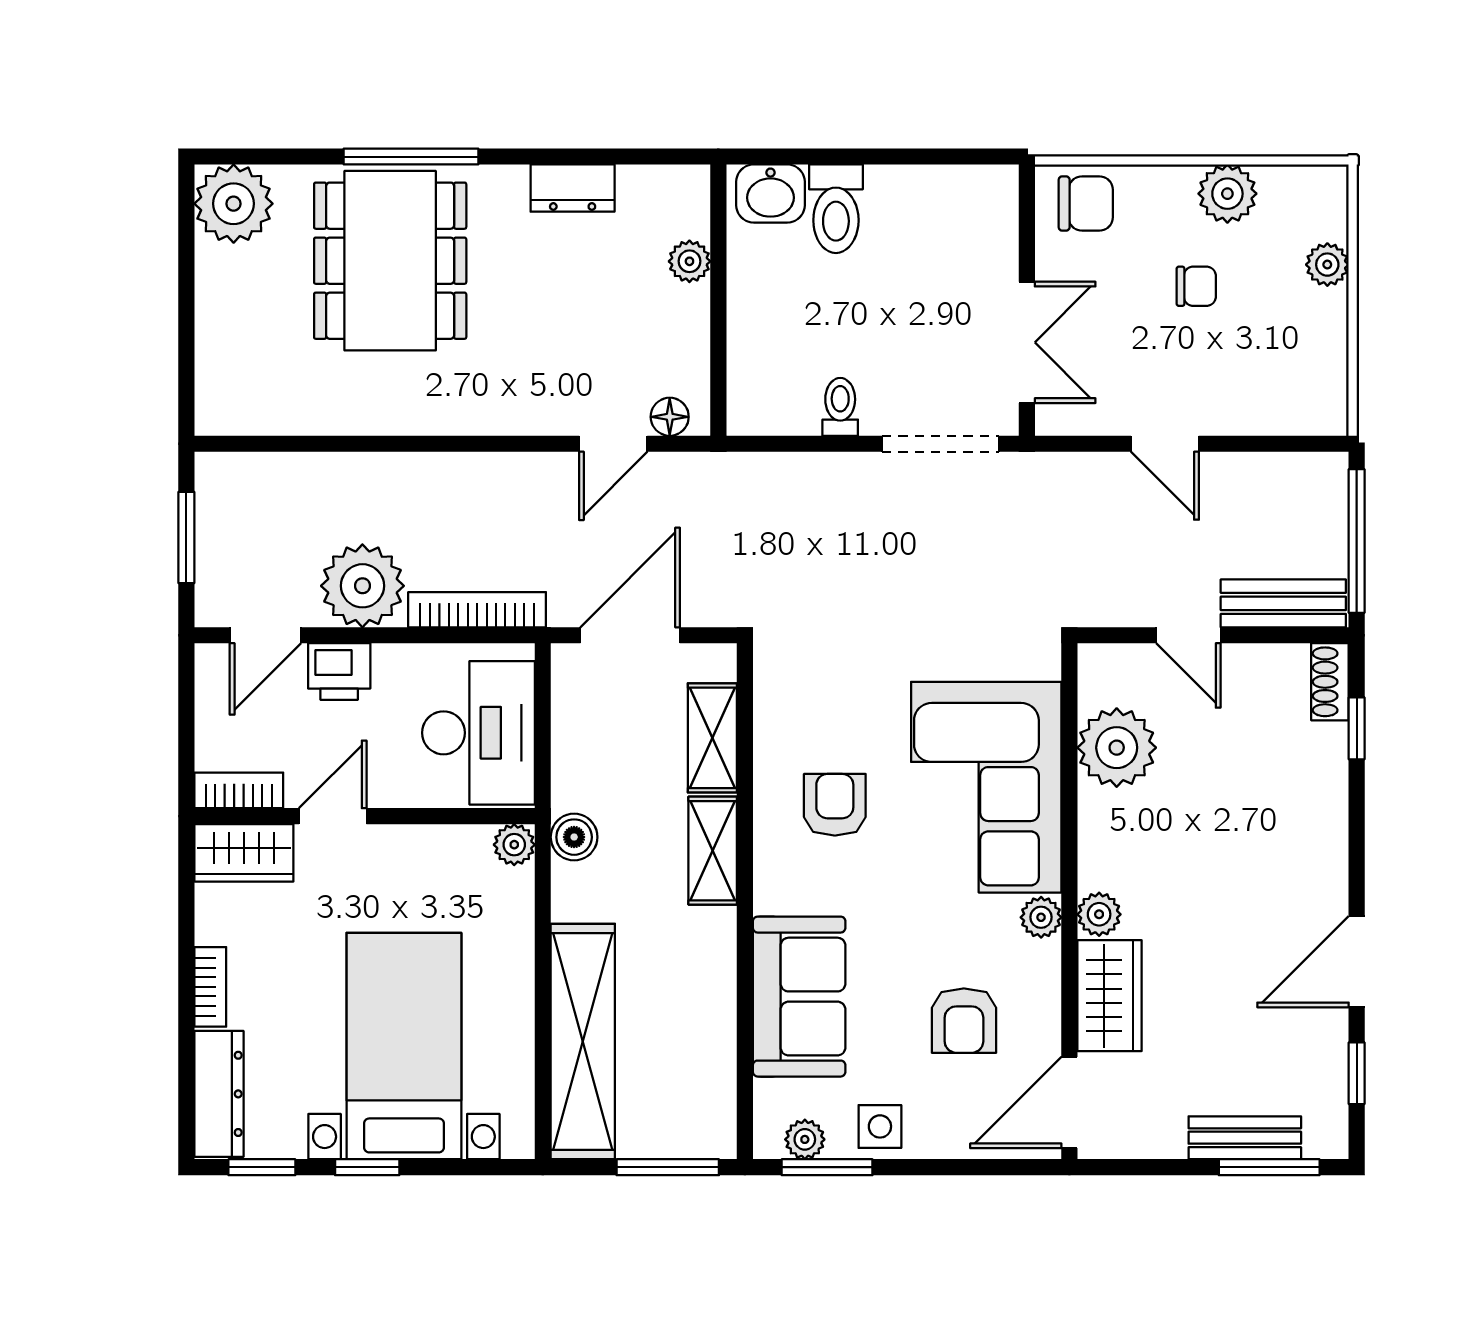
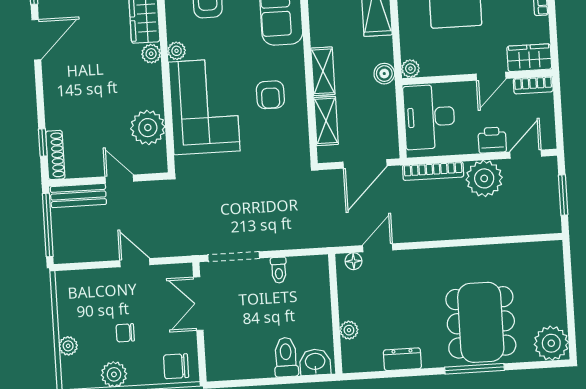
shoe rack: (1330, 682) -> (55, 155), width x1.43

